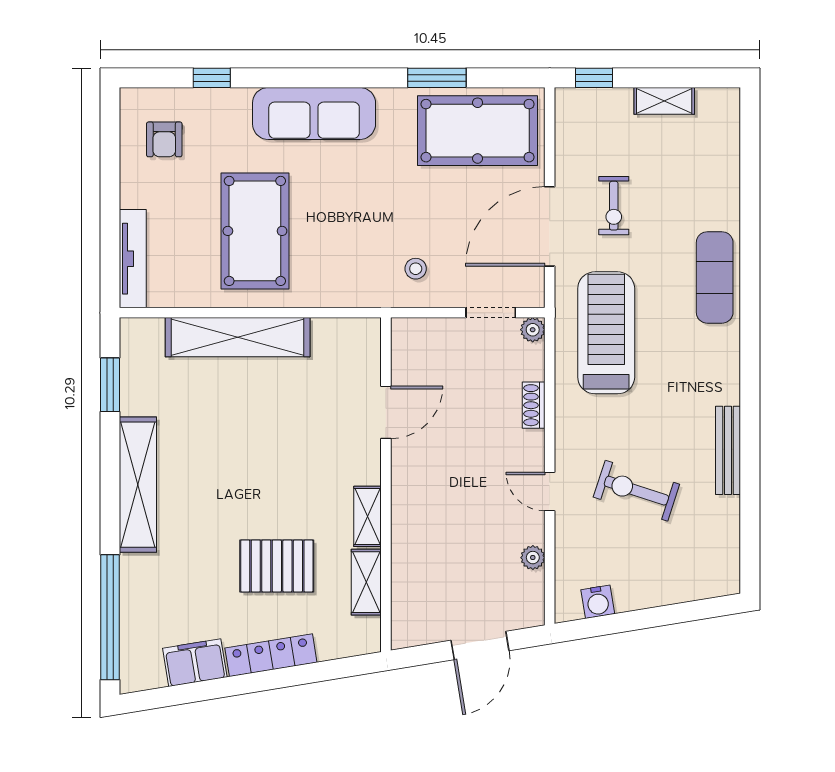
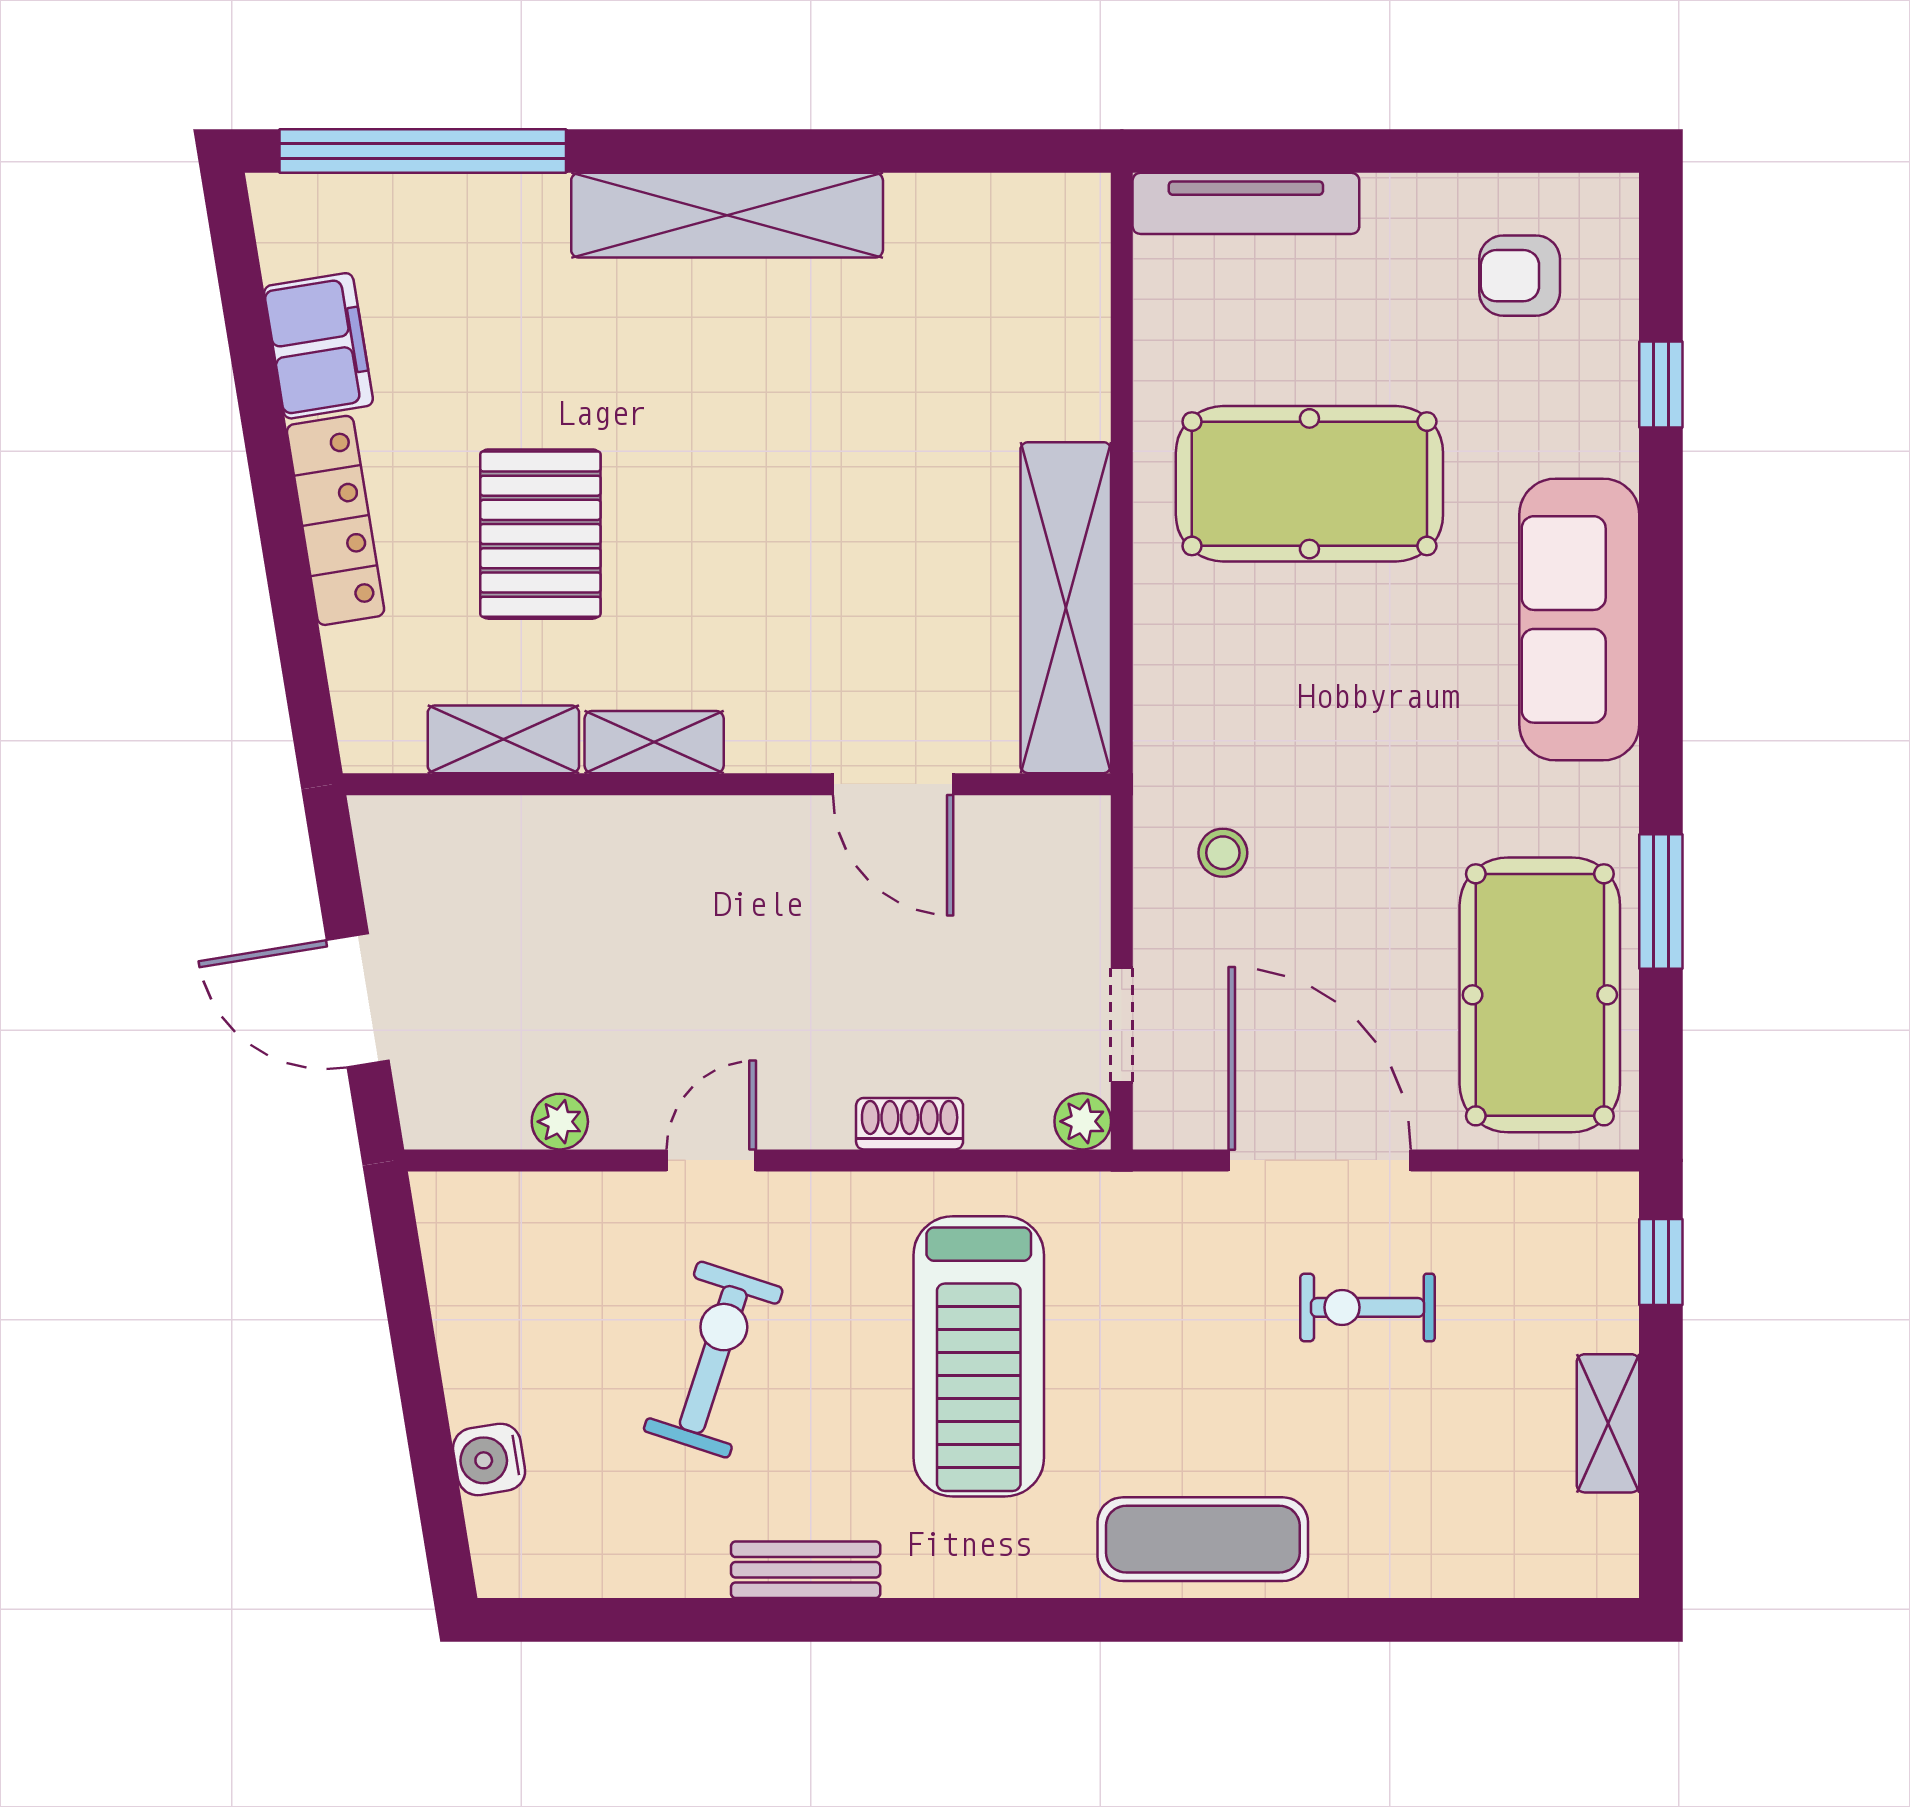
treadmill: (606, 333) -> (979, 1356), moved, turned 90
shelving: (238, 337) -> (1066, 608), moved
window: (110, 385) -> (956, 151), removed
bench: (728, 450) -> (806, 1570), width x0.73
water cooler: (598, 602) -> (489, 1459), moved

